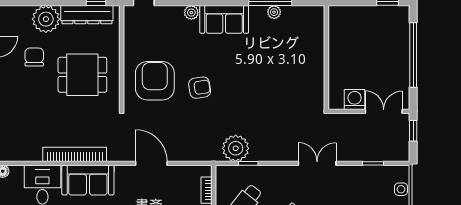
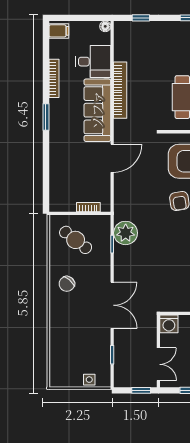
washing machine: (355, 99) -> (169, 324), moved, turned 90
double door: (317, 163) -> (112, 305), width x1.37
sofa: (88, 180) -> (97, 110), width x1.36

